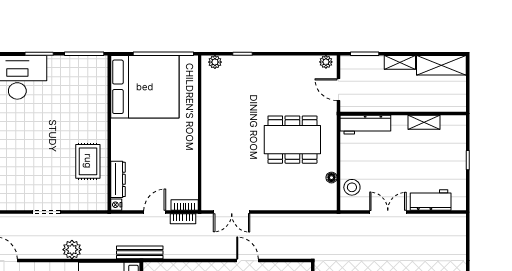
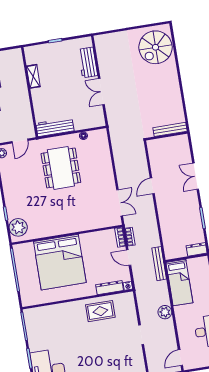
plant: (215, 62) -> (18, 227), width x1.87, depth x1.87
bed: (145, 87) -> (60, 262), moved, turned 180
workbench: (365, 125) -> (55, 127), moved, turned -90
stool: (352, 187) -> (88, 120), removed

